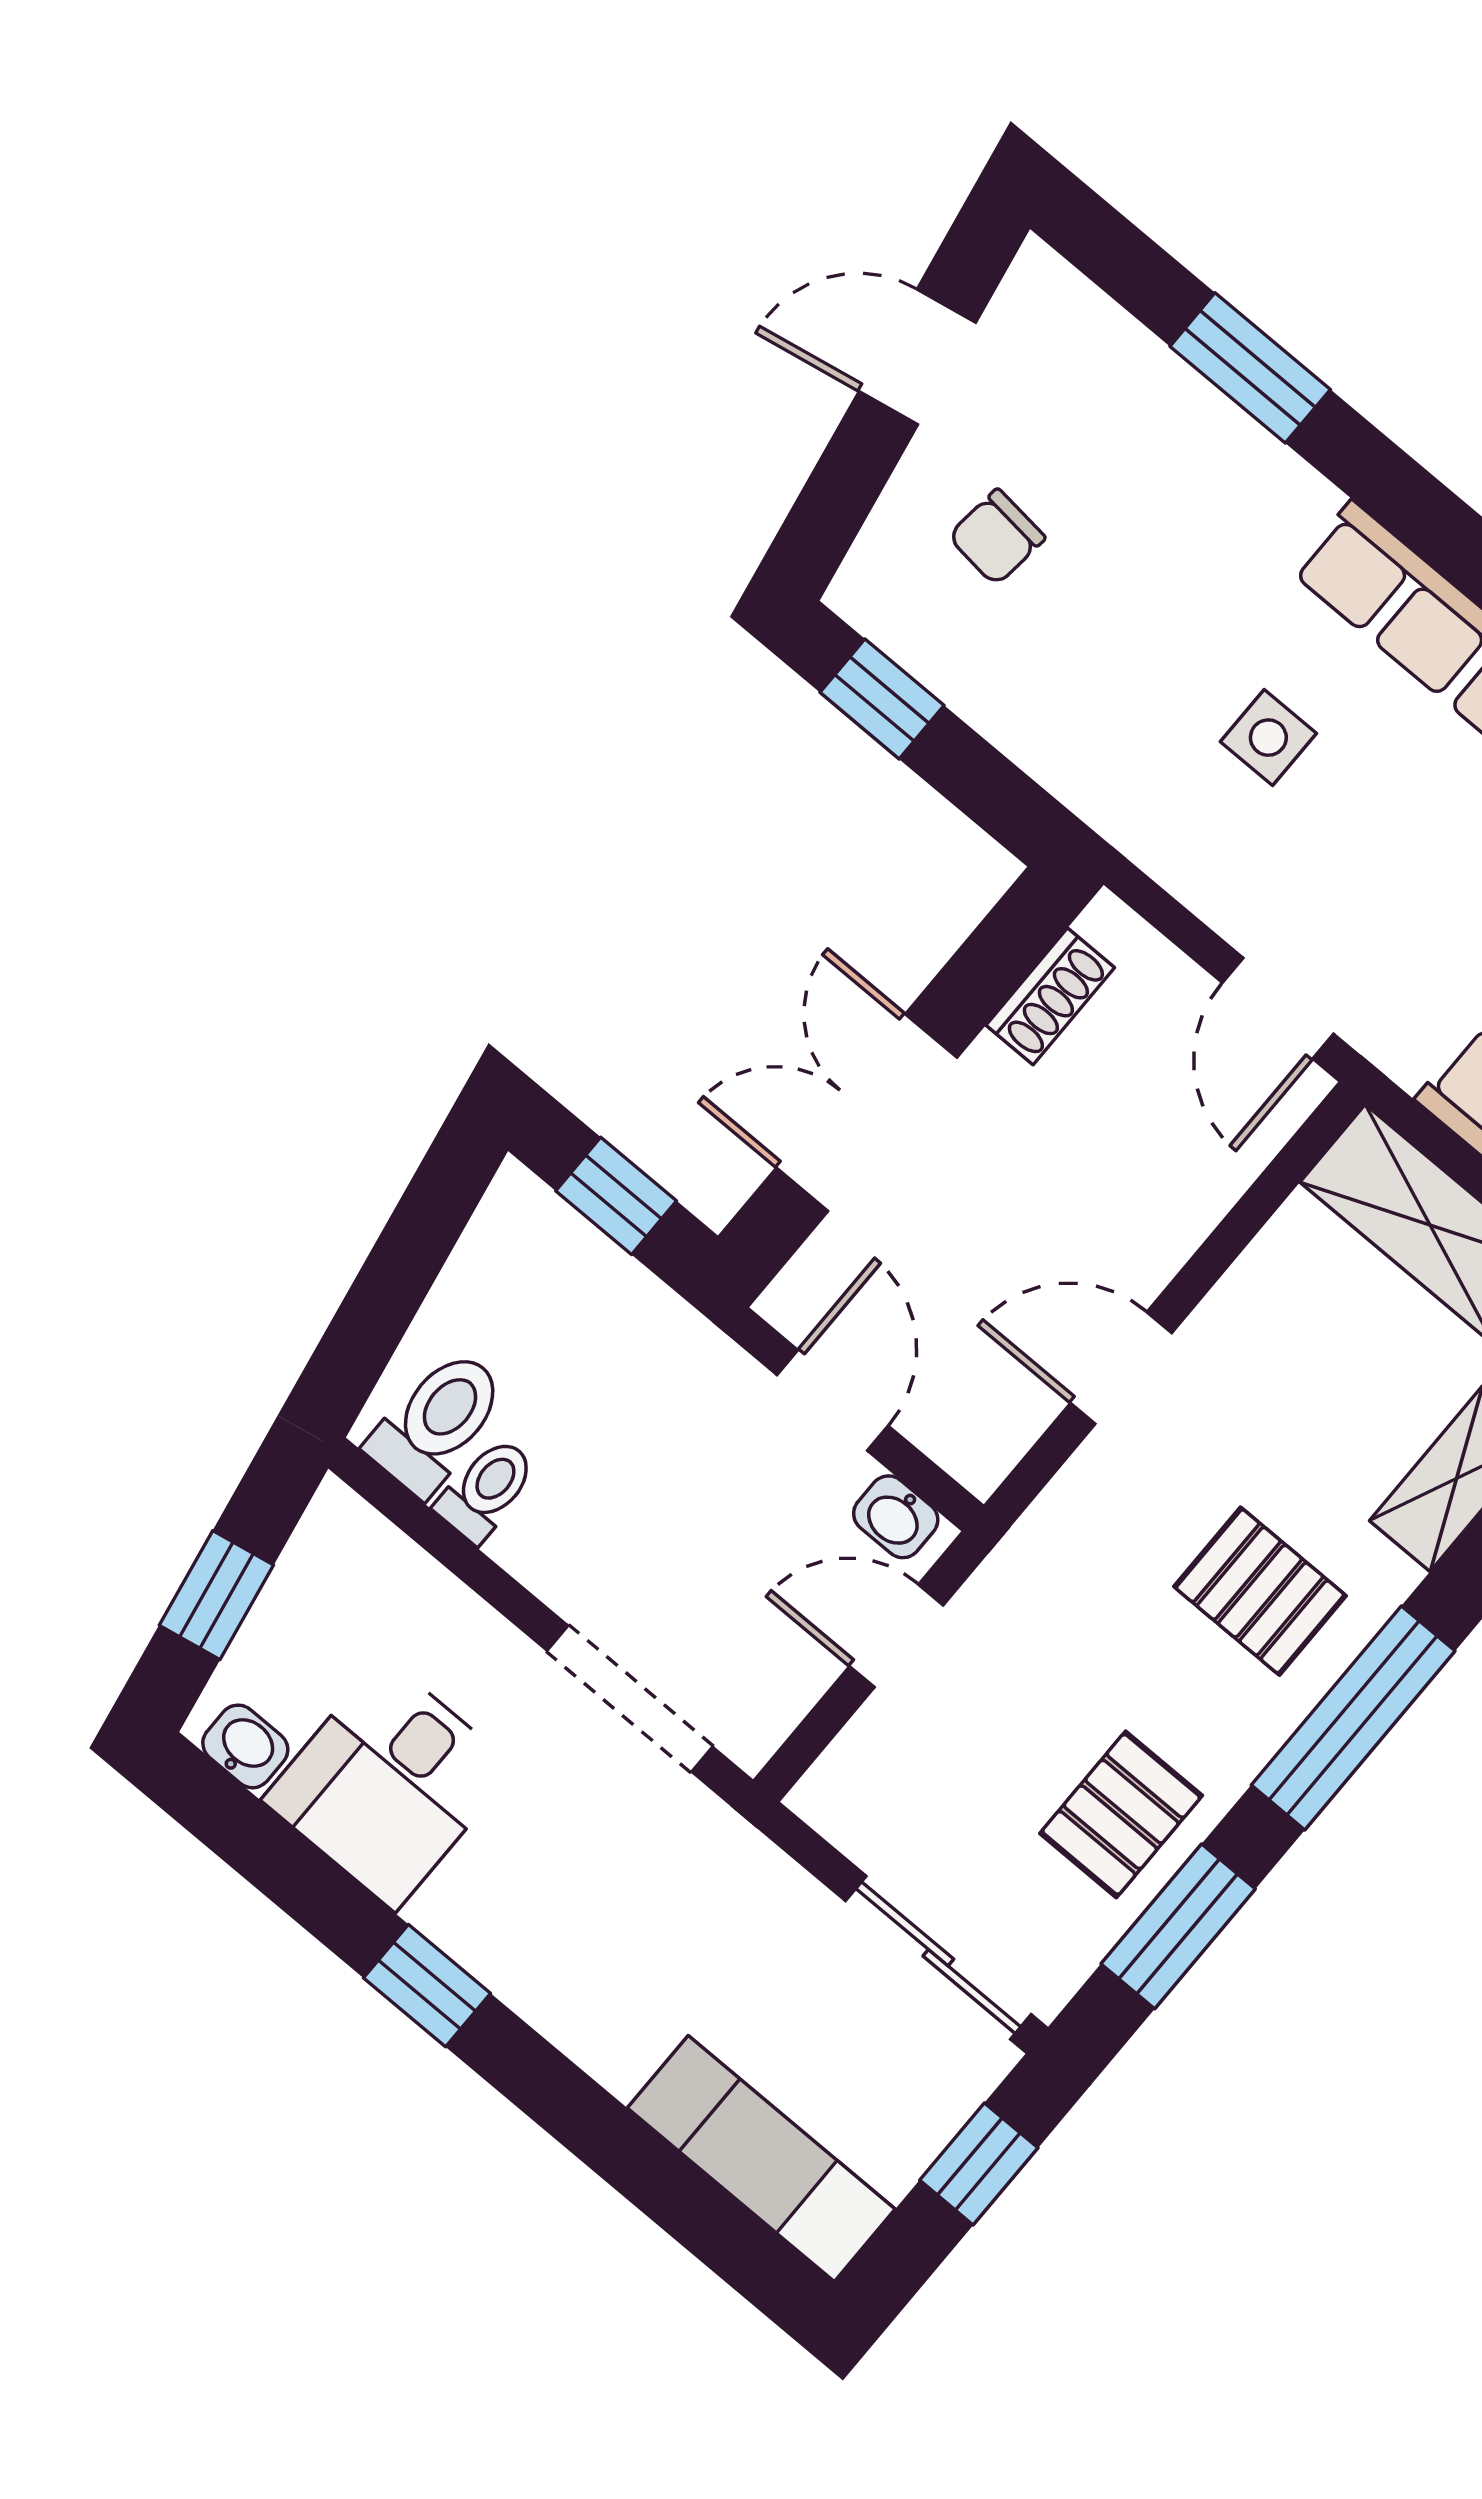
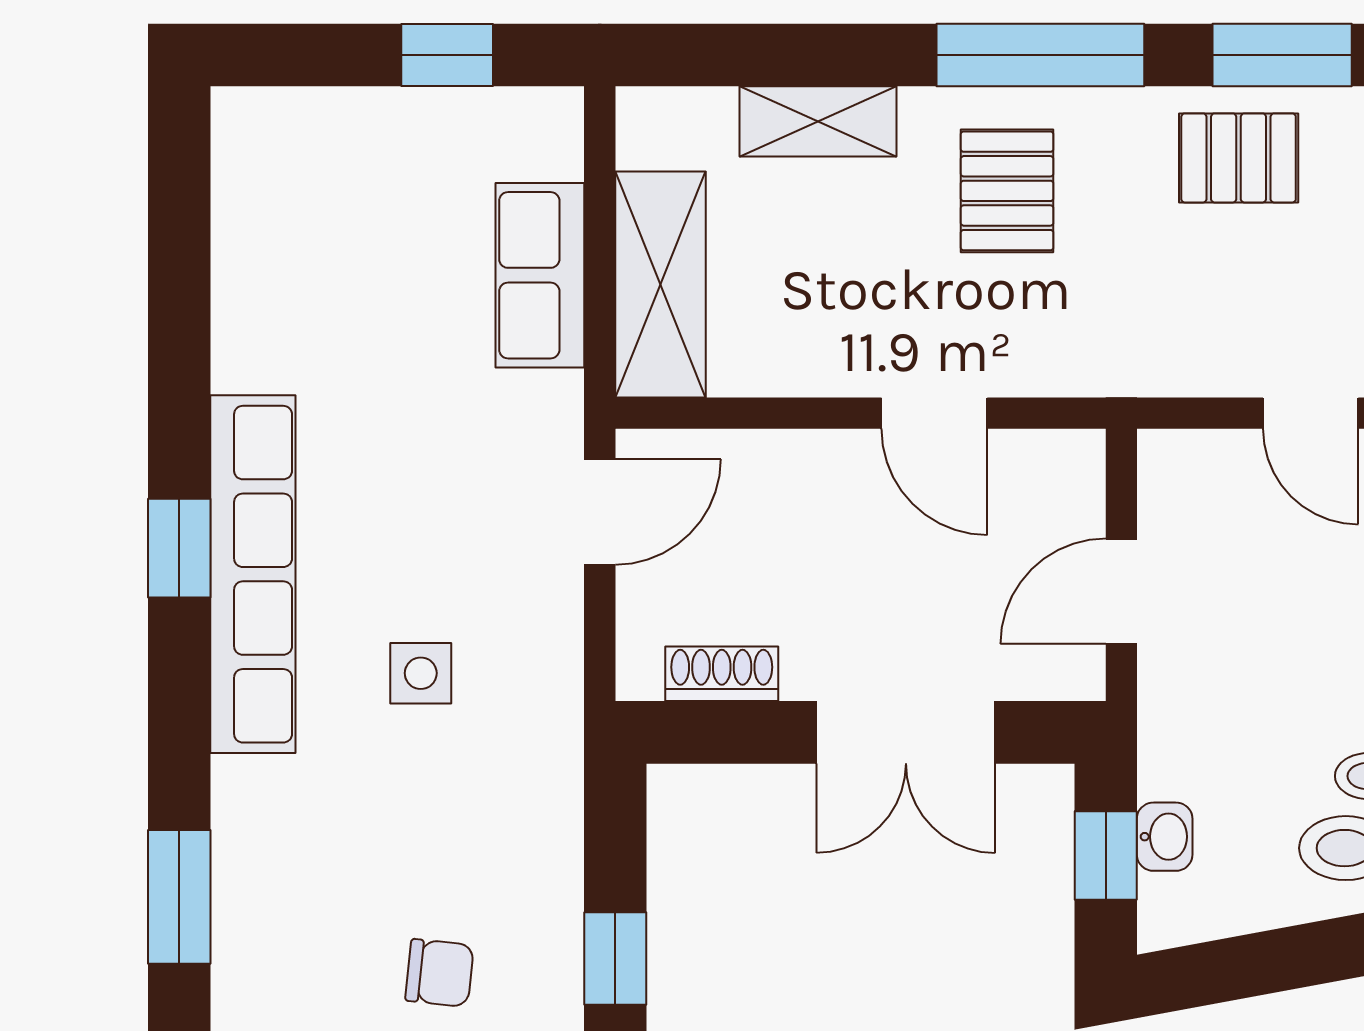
washbasin: (896, 1517) -> (1165, 837), moved
door: (896, 1636) -> (1311, 413), moved

